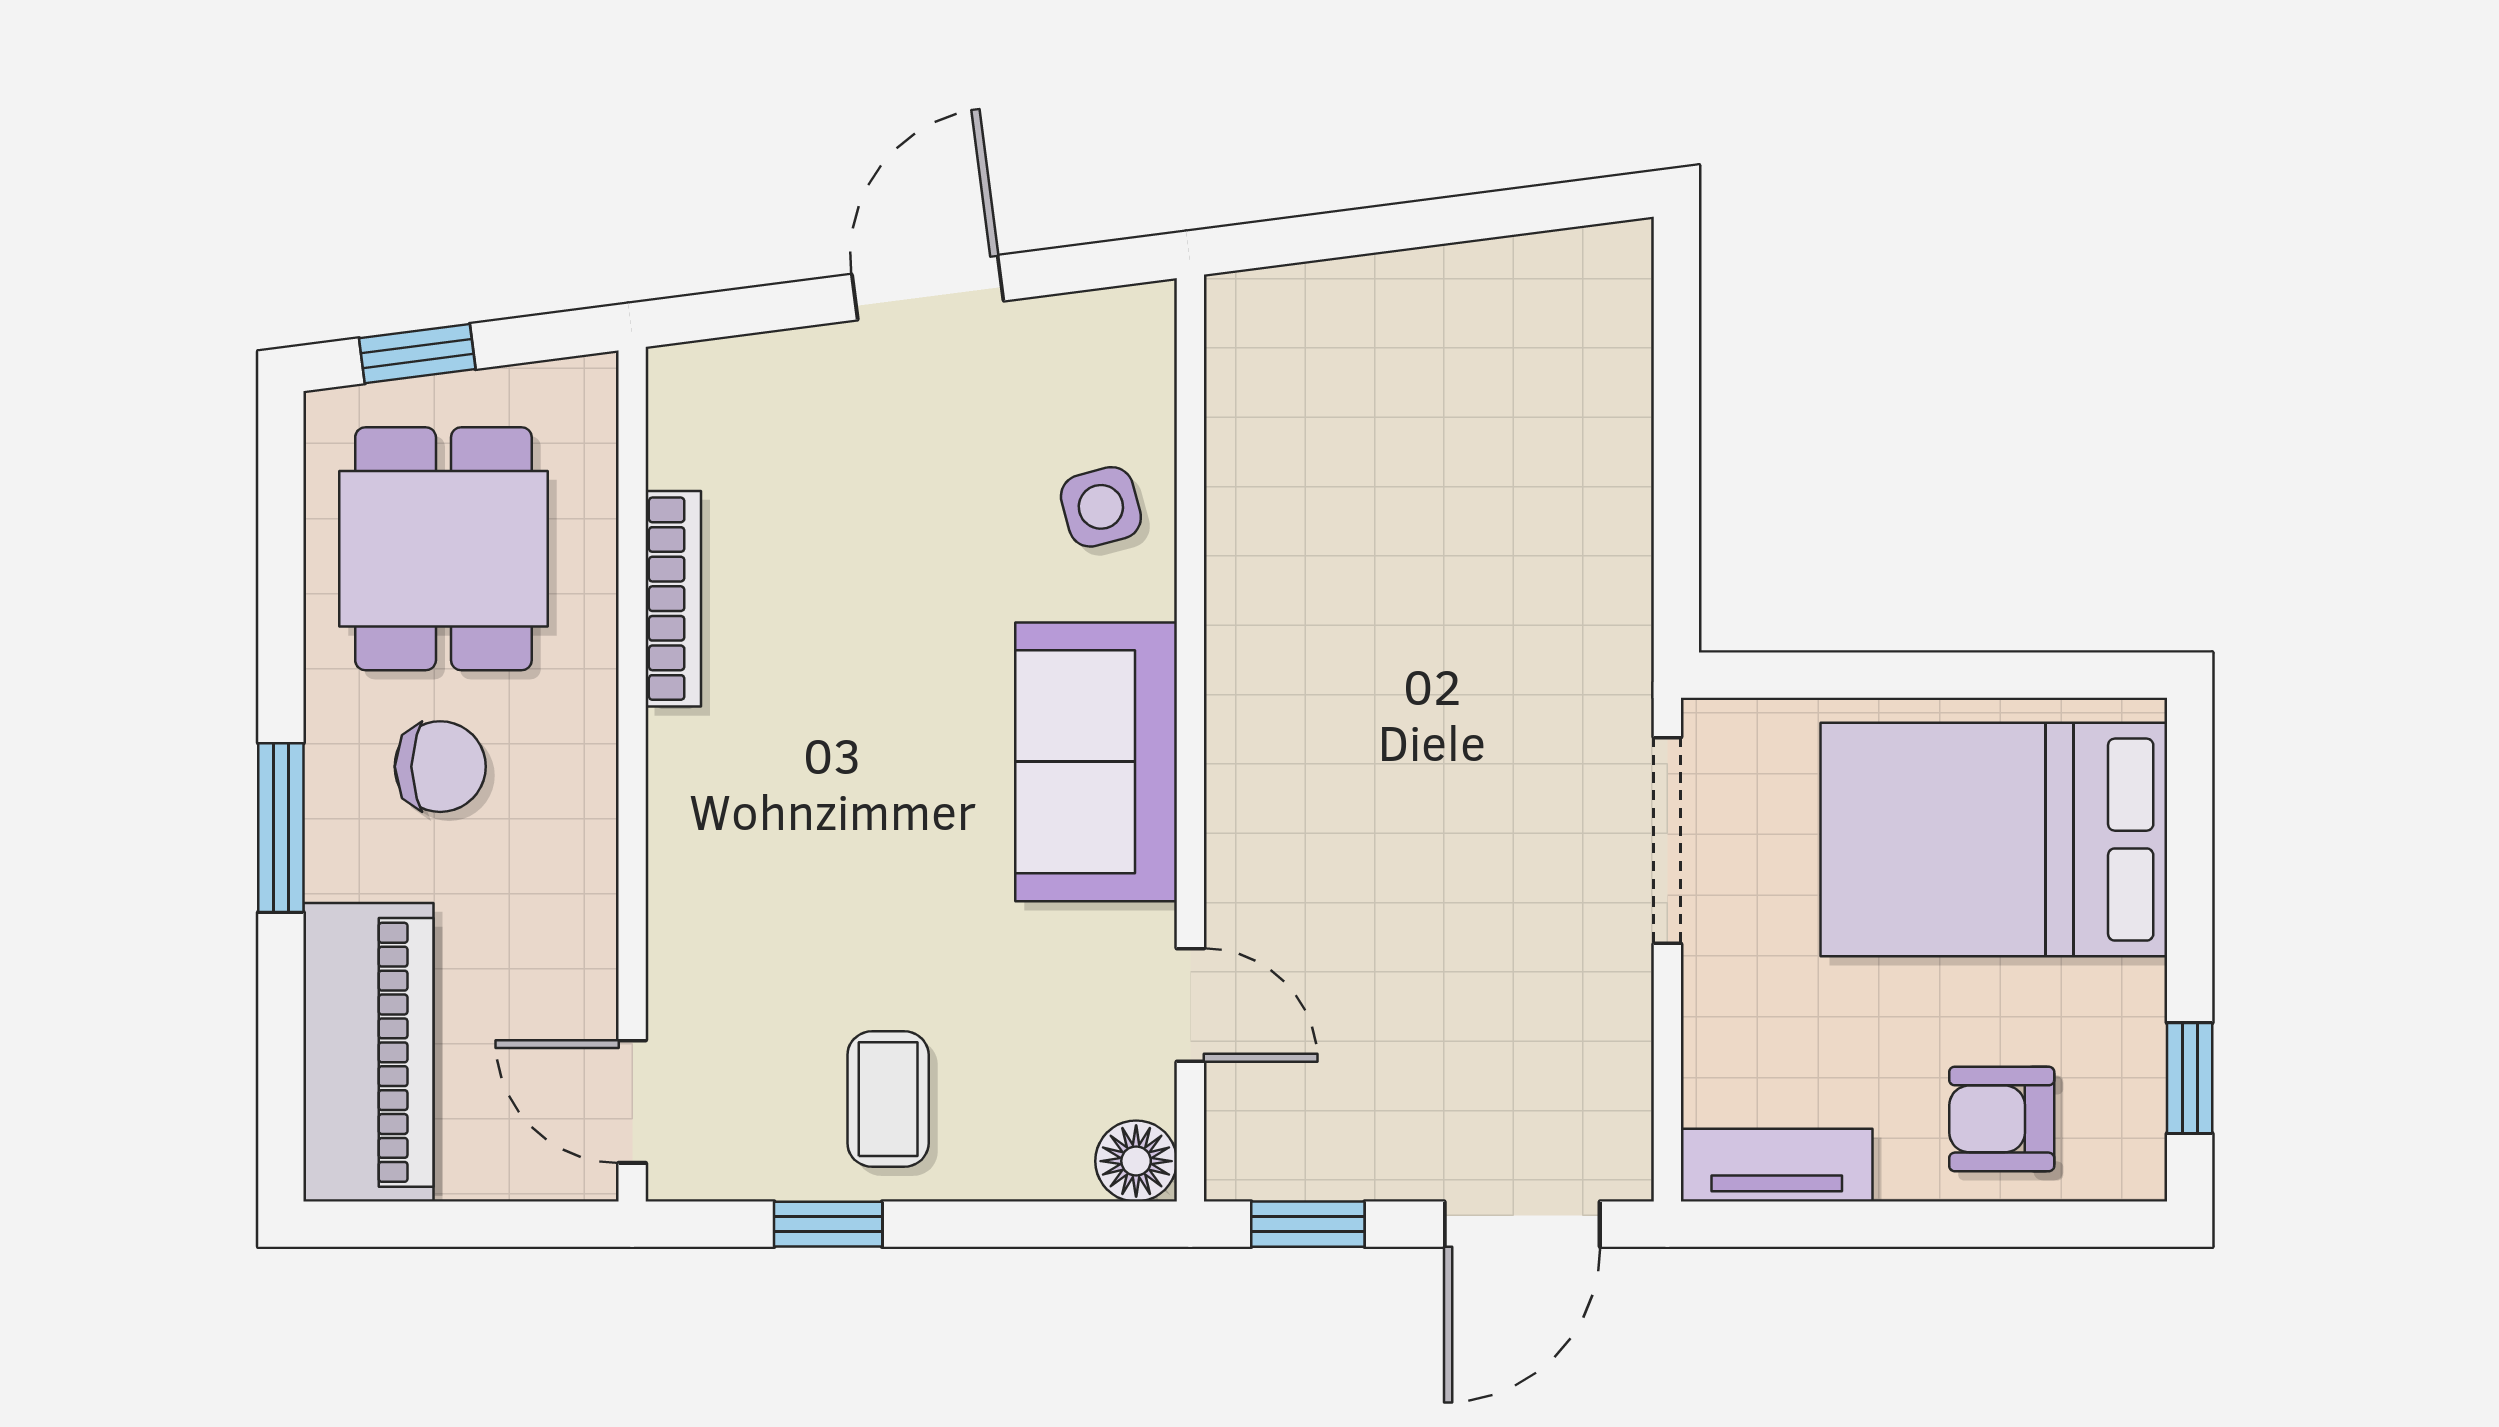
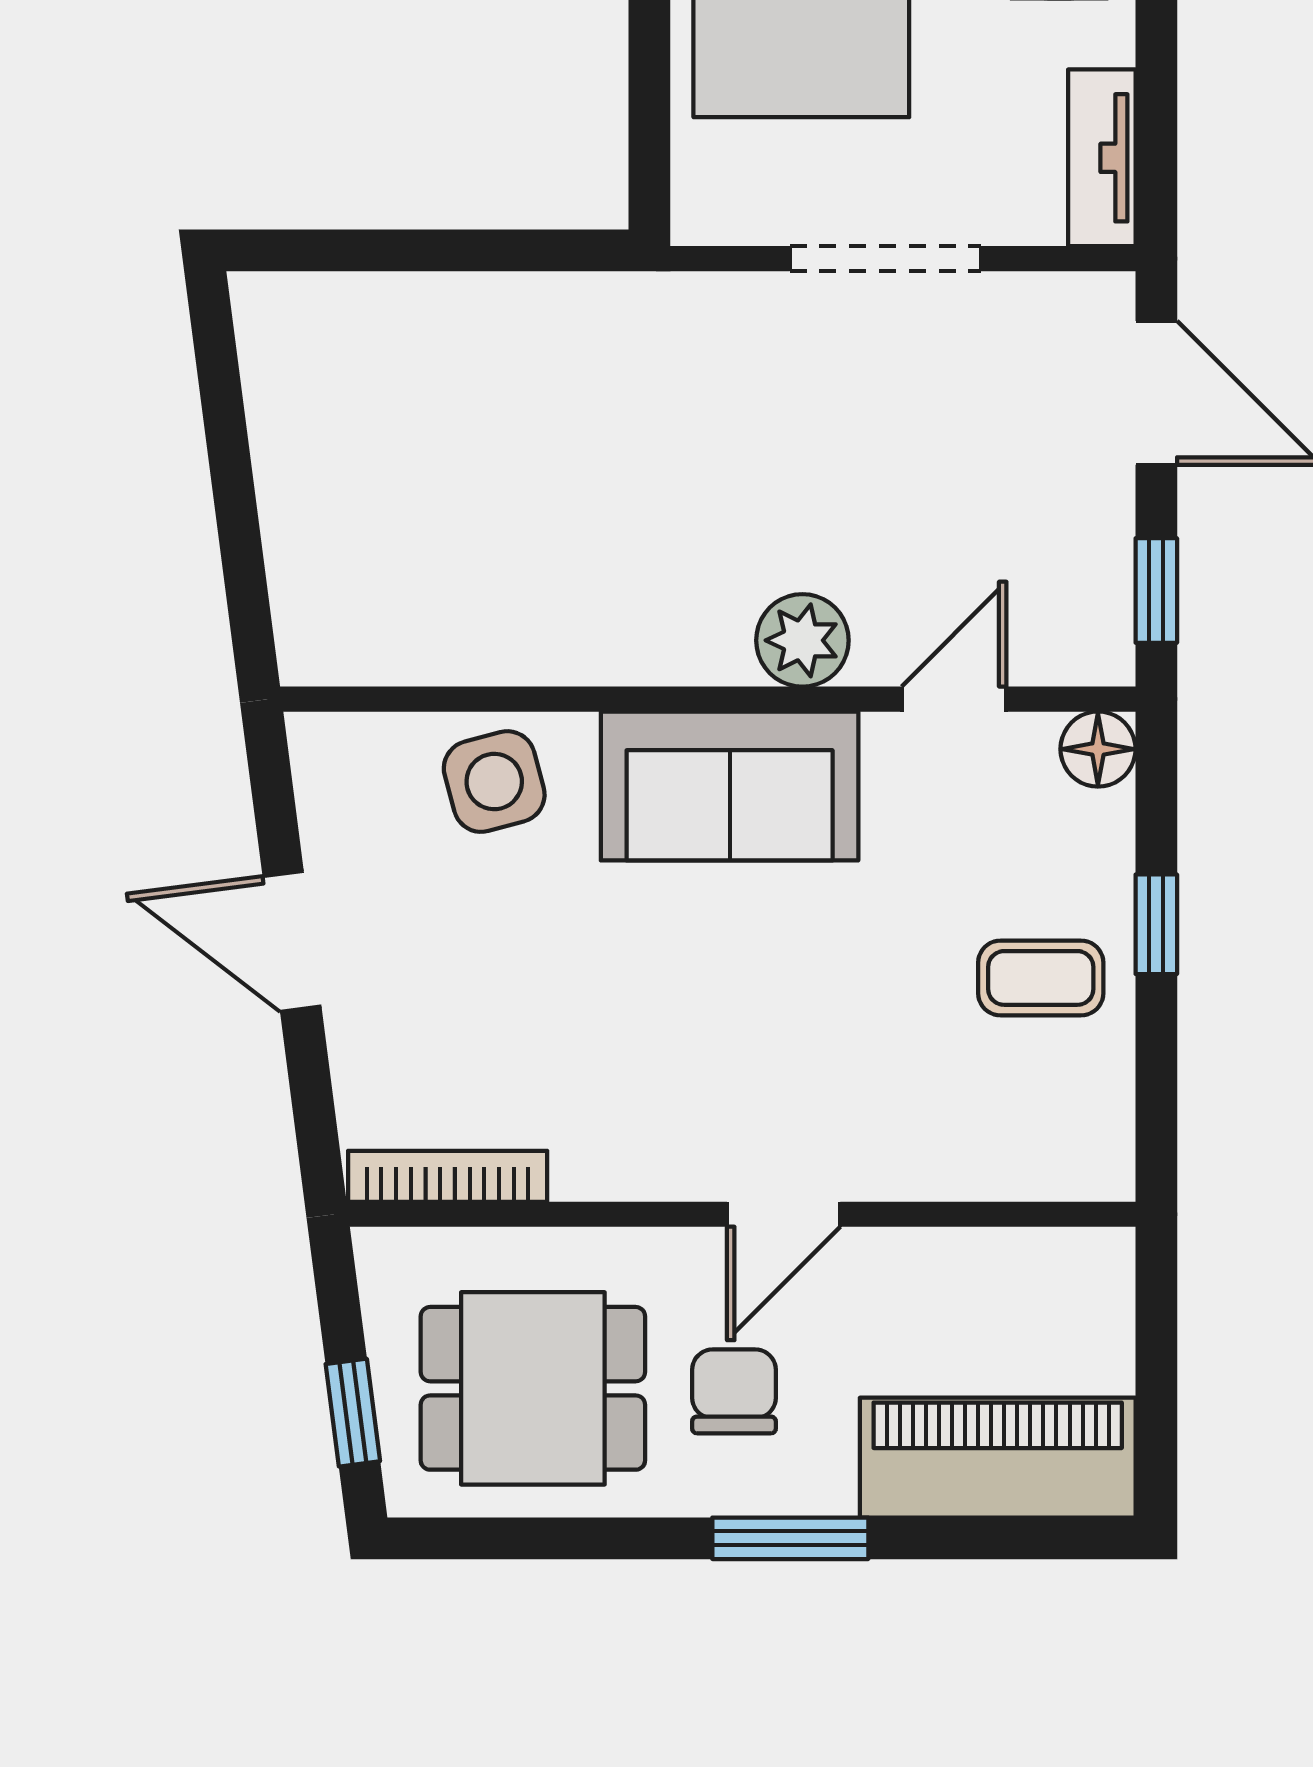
side table: (1101, 507) -> (494, 782), width x1.37, depth x1.37
bookcase: (673, 599) -> (448, 1176), moved
doorway: (1667, 840) -> (885, 259), moved
plant: (1254, 841) -> (802, 640), added
door: (632, 1102) -> (784, 1214), moved
window: (828, 1224) -> (1156, 924), moved

